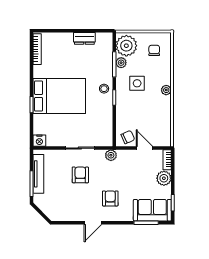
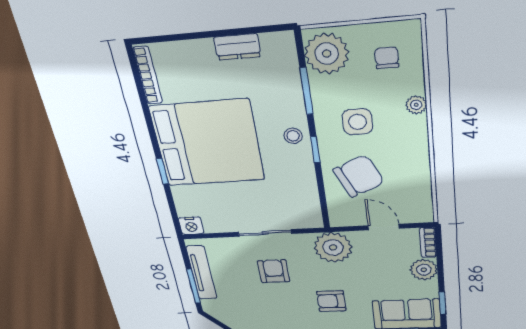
plant: (121, 63) -> (320, 87), removed
plant: (166, 90) -> (416, 105), moved
bed: (59, 96) -> (208, 143), width x1.36
chair: (128, 137) -> (359, 176), moved, width x1.87, depth x1.87
plant: (111, 155) -> (333, 247), width x1.88, depth x1.88
armchair: (110, 198) -> (331, 301), turned -90

